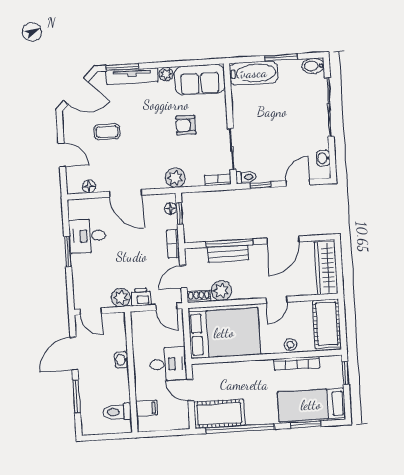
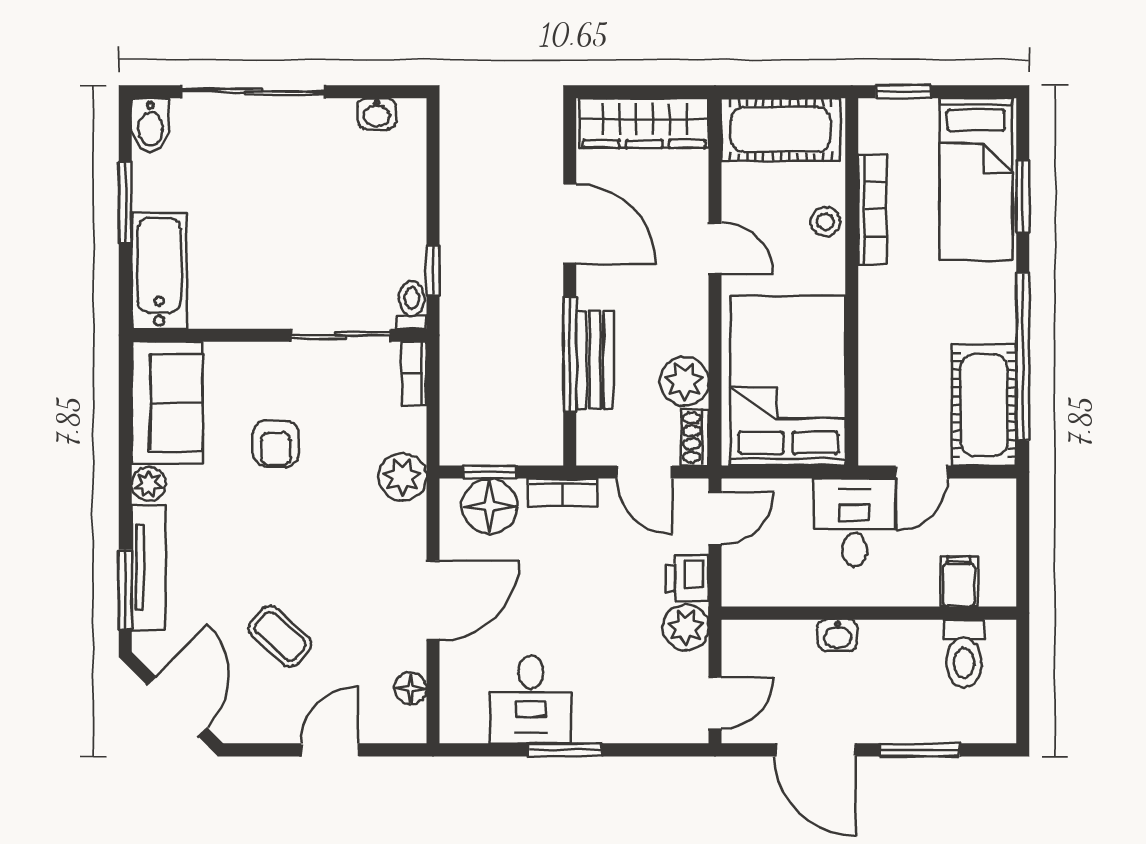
coffee table: (107, 132) -> (280, 636), turned -48
door: (298, 183) -> (433, 179), removed
floor lamp: (171, 209) -> (490, 506), width x1.89, depth x1.89

